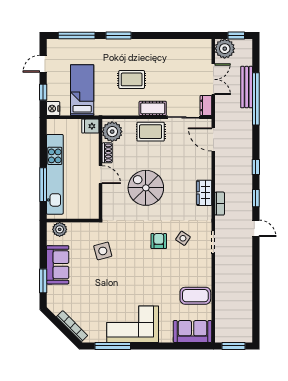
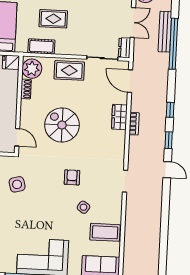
cot: (153, 108) -> (41, 46), moved
door: (101, 175) -> (17, 137), moved
wardrobe: (204, 193) -> (119, 117), moved
bookcase: (220, 204) -> (134, 124), moved
side table: (183, 238) -> (83, 207), moved

